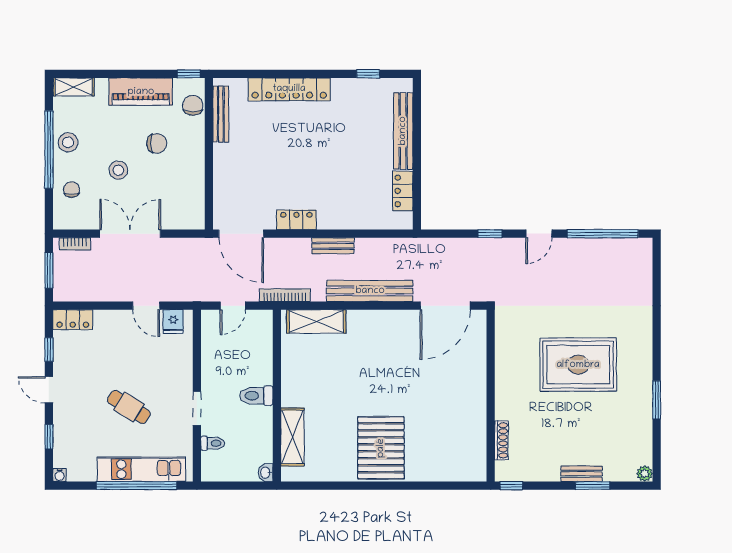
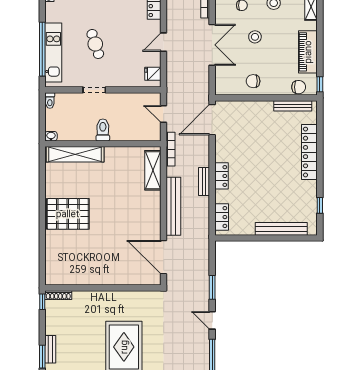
chair: (157, 143) -> (253, 81), moved, turned 90
locker: (403, 191) -> (222, 217), moved, turned 90
locker: (296, 220) -> (221, 176), moved
window: (490, 234) -> (212, 287), width x1.50
door: (146, 306) -> (164, 42), moved
cafe table: (129, 407) -> (95, 44), turned -50
shelving: (292, 437) -> (75, 154), width x1.47
shoe rack: (501, 440) -> (58, 295), moved
toilet: (213, 443) -> (50, 100), moved

